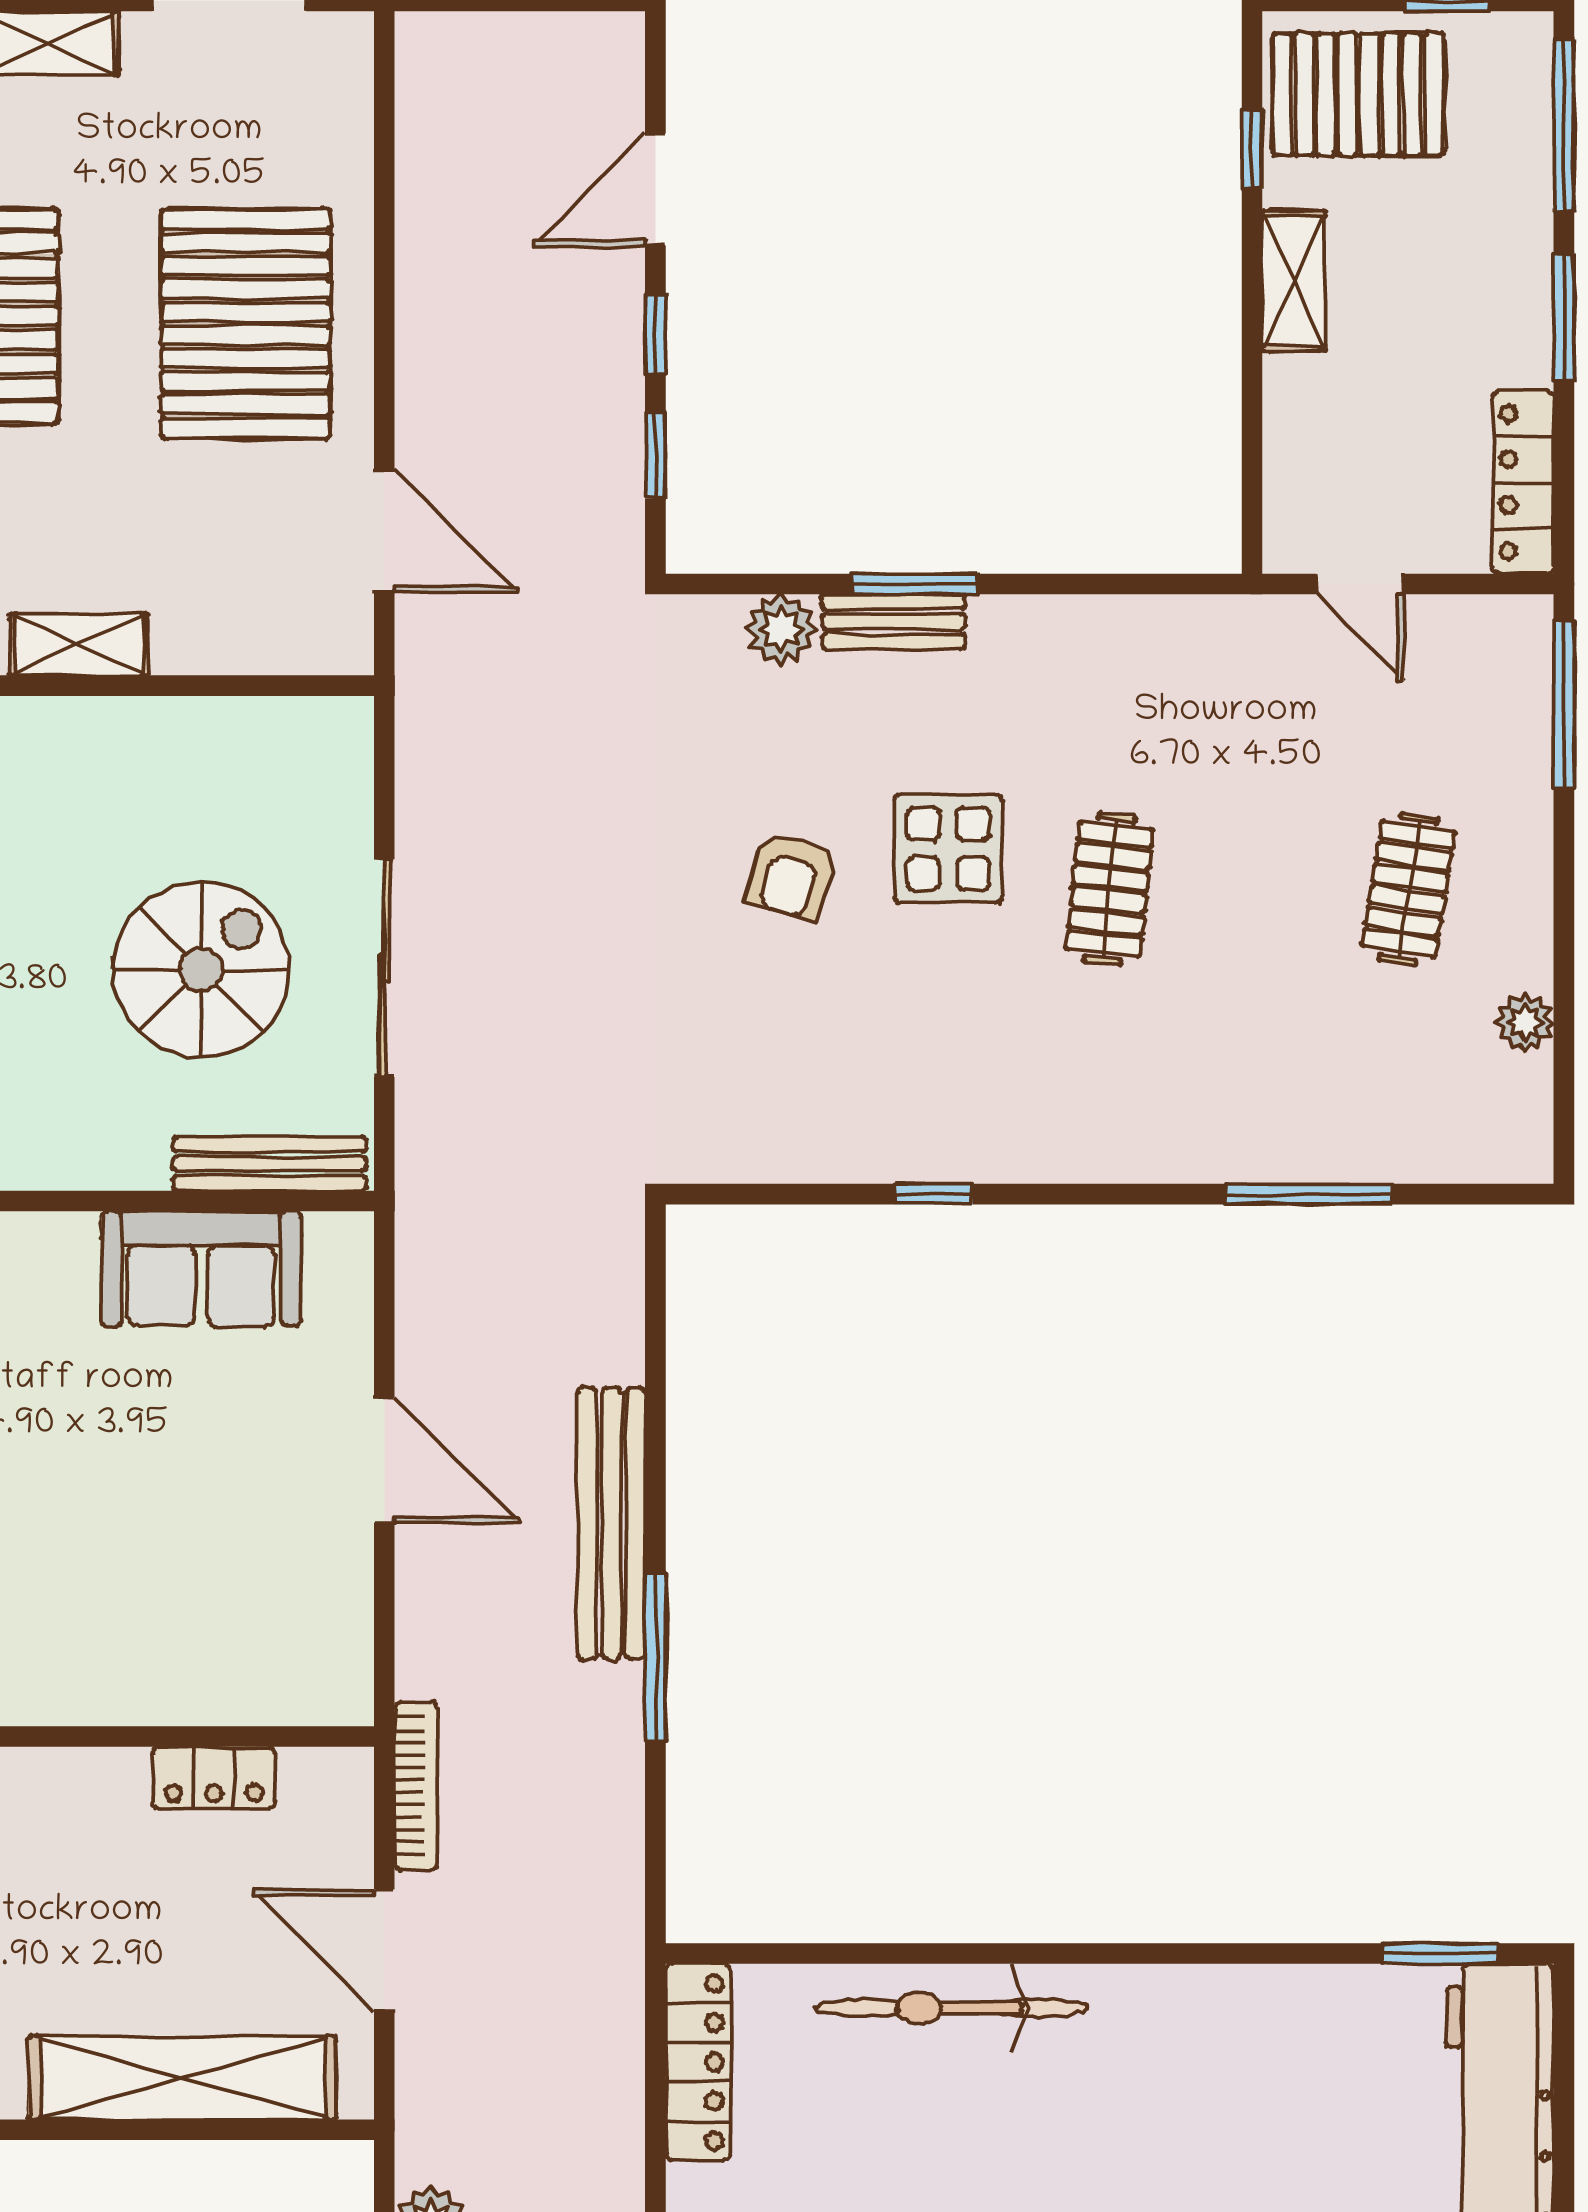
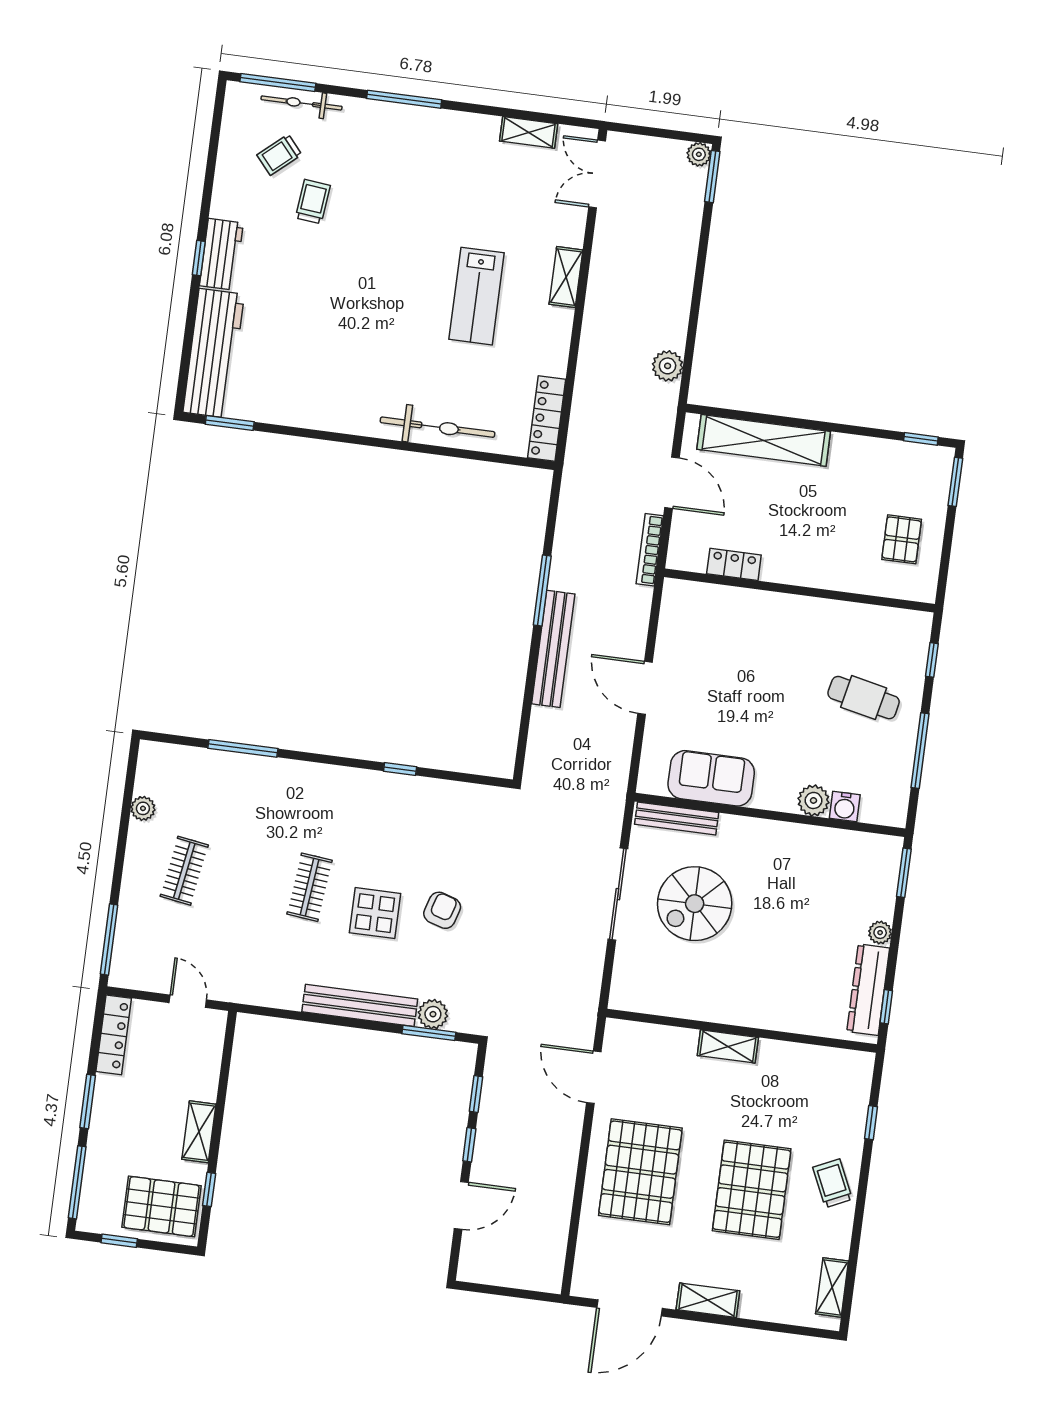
window: (915, 584) -> (429, 1033), moved
bench: (893, 622) -> (360, 1005), width x1.86, depth x1.21

